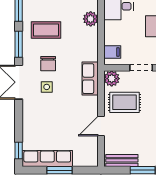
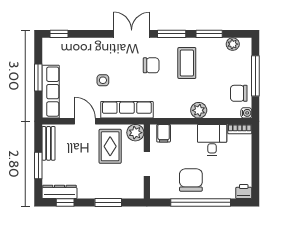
chair: (48, 64) -> (151, 65), turned 180
row of seats: (90, 79) -> (127, 110), width x1.48
side table: (47, 87) -> (103, 80), moved
row of seats: (47, 158) -> (51, 92), moved

